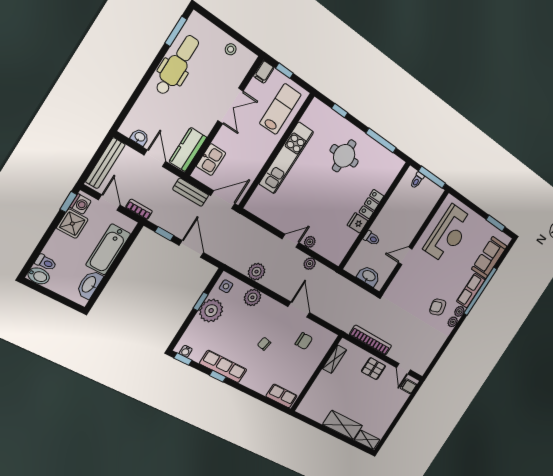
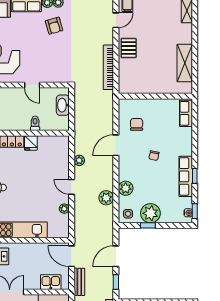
plant: (310, 242) -> (64, 209), moved
shelving: (335, 359) -> (138, 88), removed
shelving: (343, 425) -> (185, 63), moved

